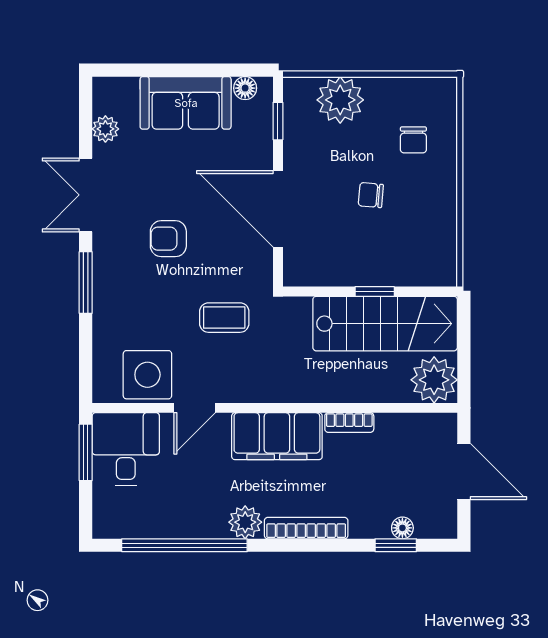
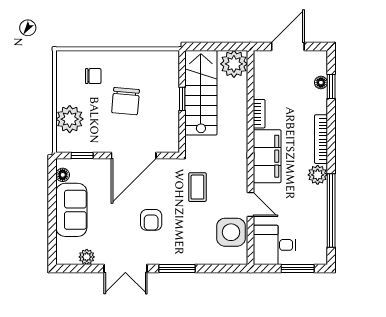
chair: (371, 195) -> (126, 101), width x1.87, depth x1.87
window: (86, 452) -> (298, 268), moved

